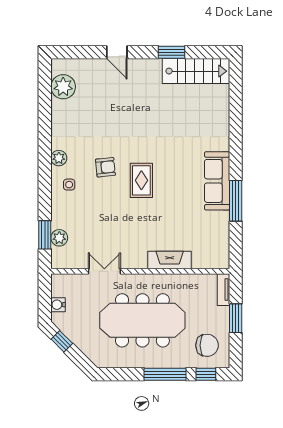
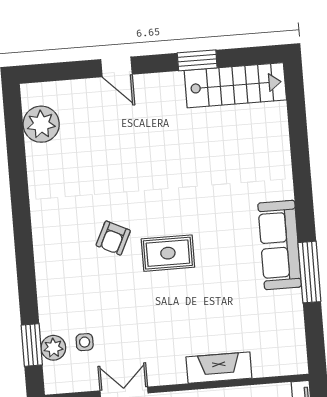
plant: (59, 158) -> (43, 230), removed
armchair: (105, 167) -> (113, 238), turned 122
rug: (141, 180) -> (168, 253), turned 90
side table: (69, 185) -> (85, 342), moved

